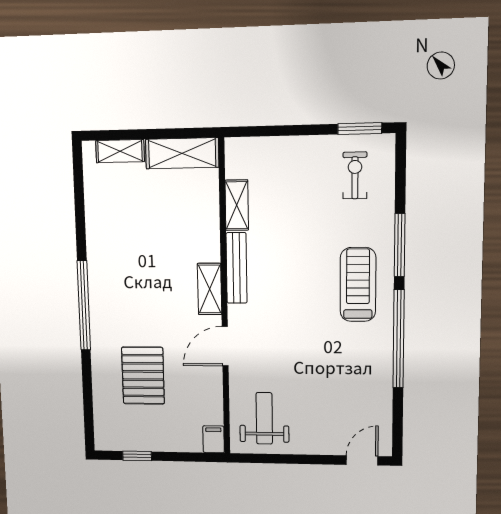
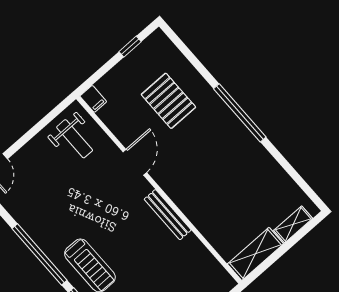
shelving: (237, 205) -> (198, 251), removed
shelving: (210, 289) -> (173, 189), removed

